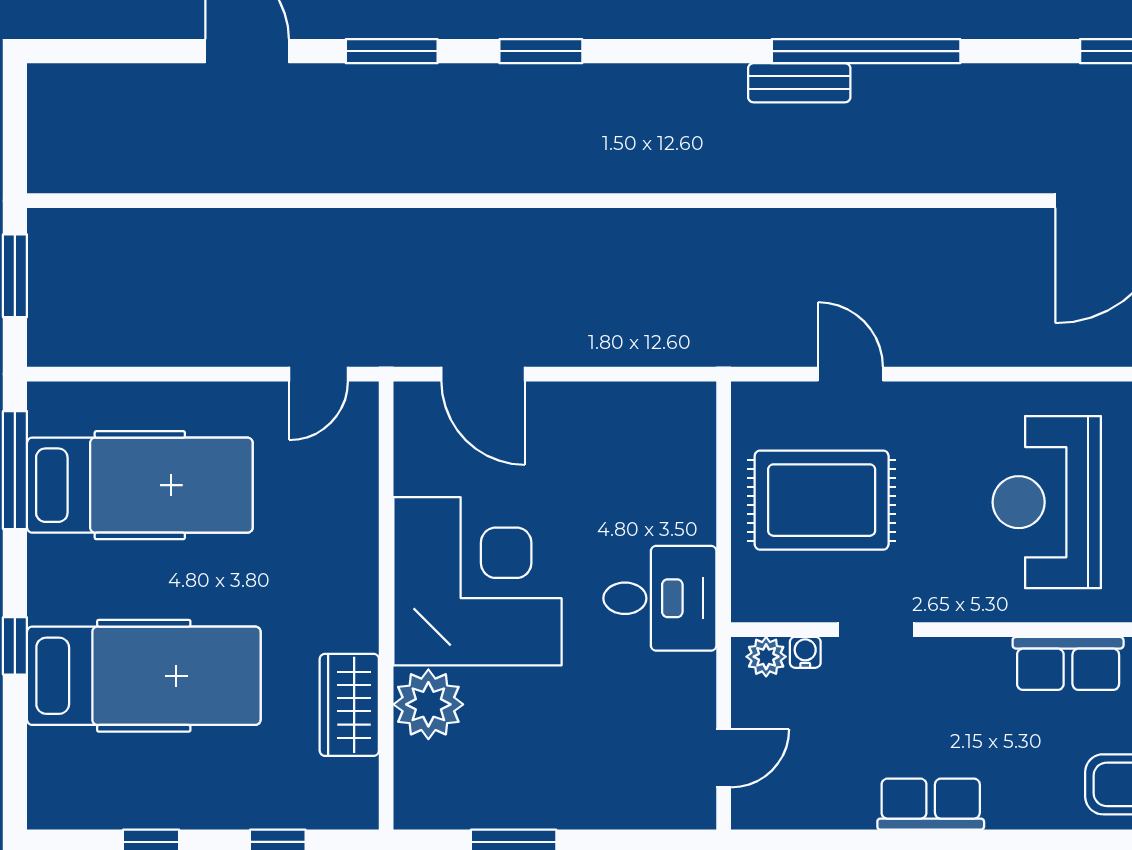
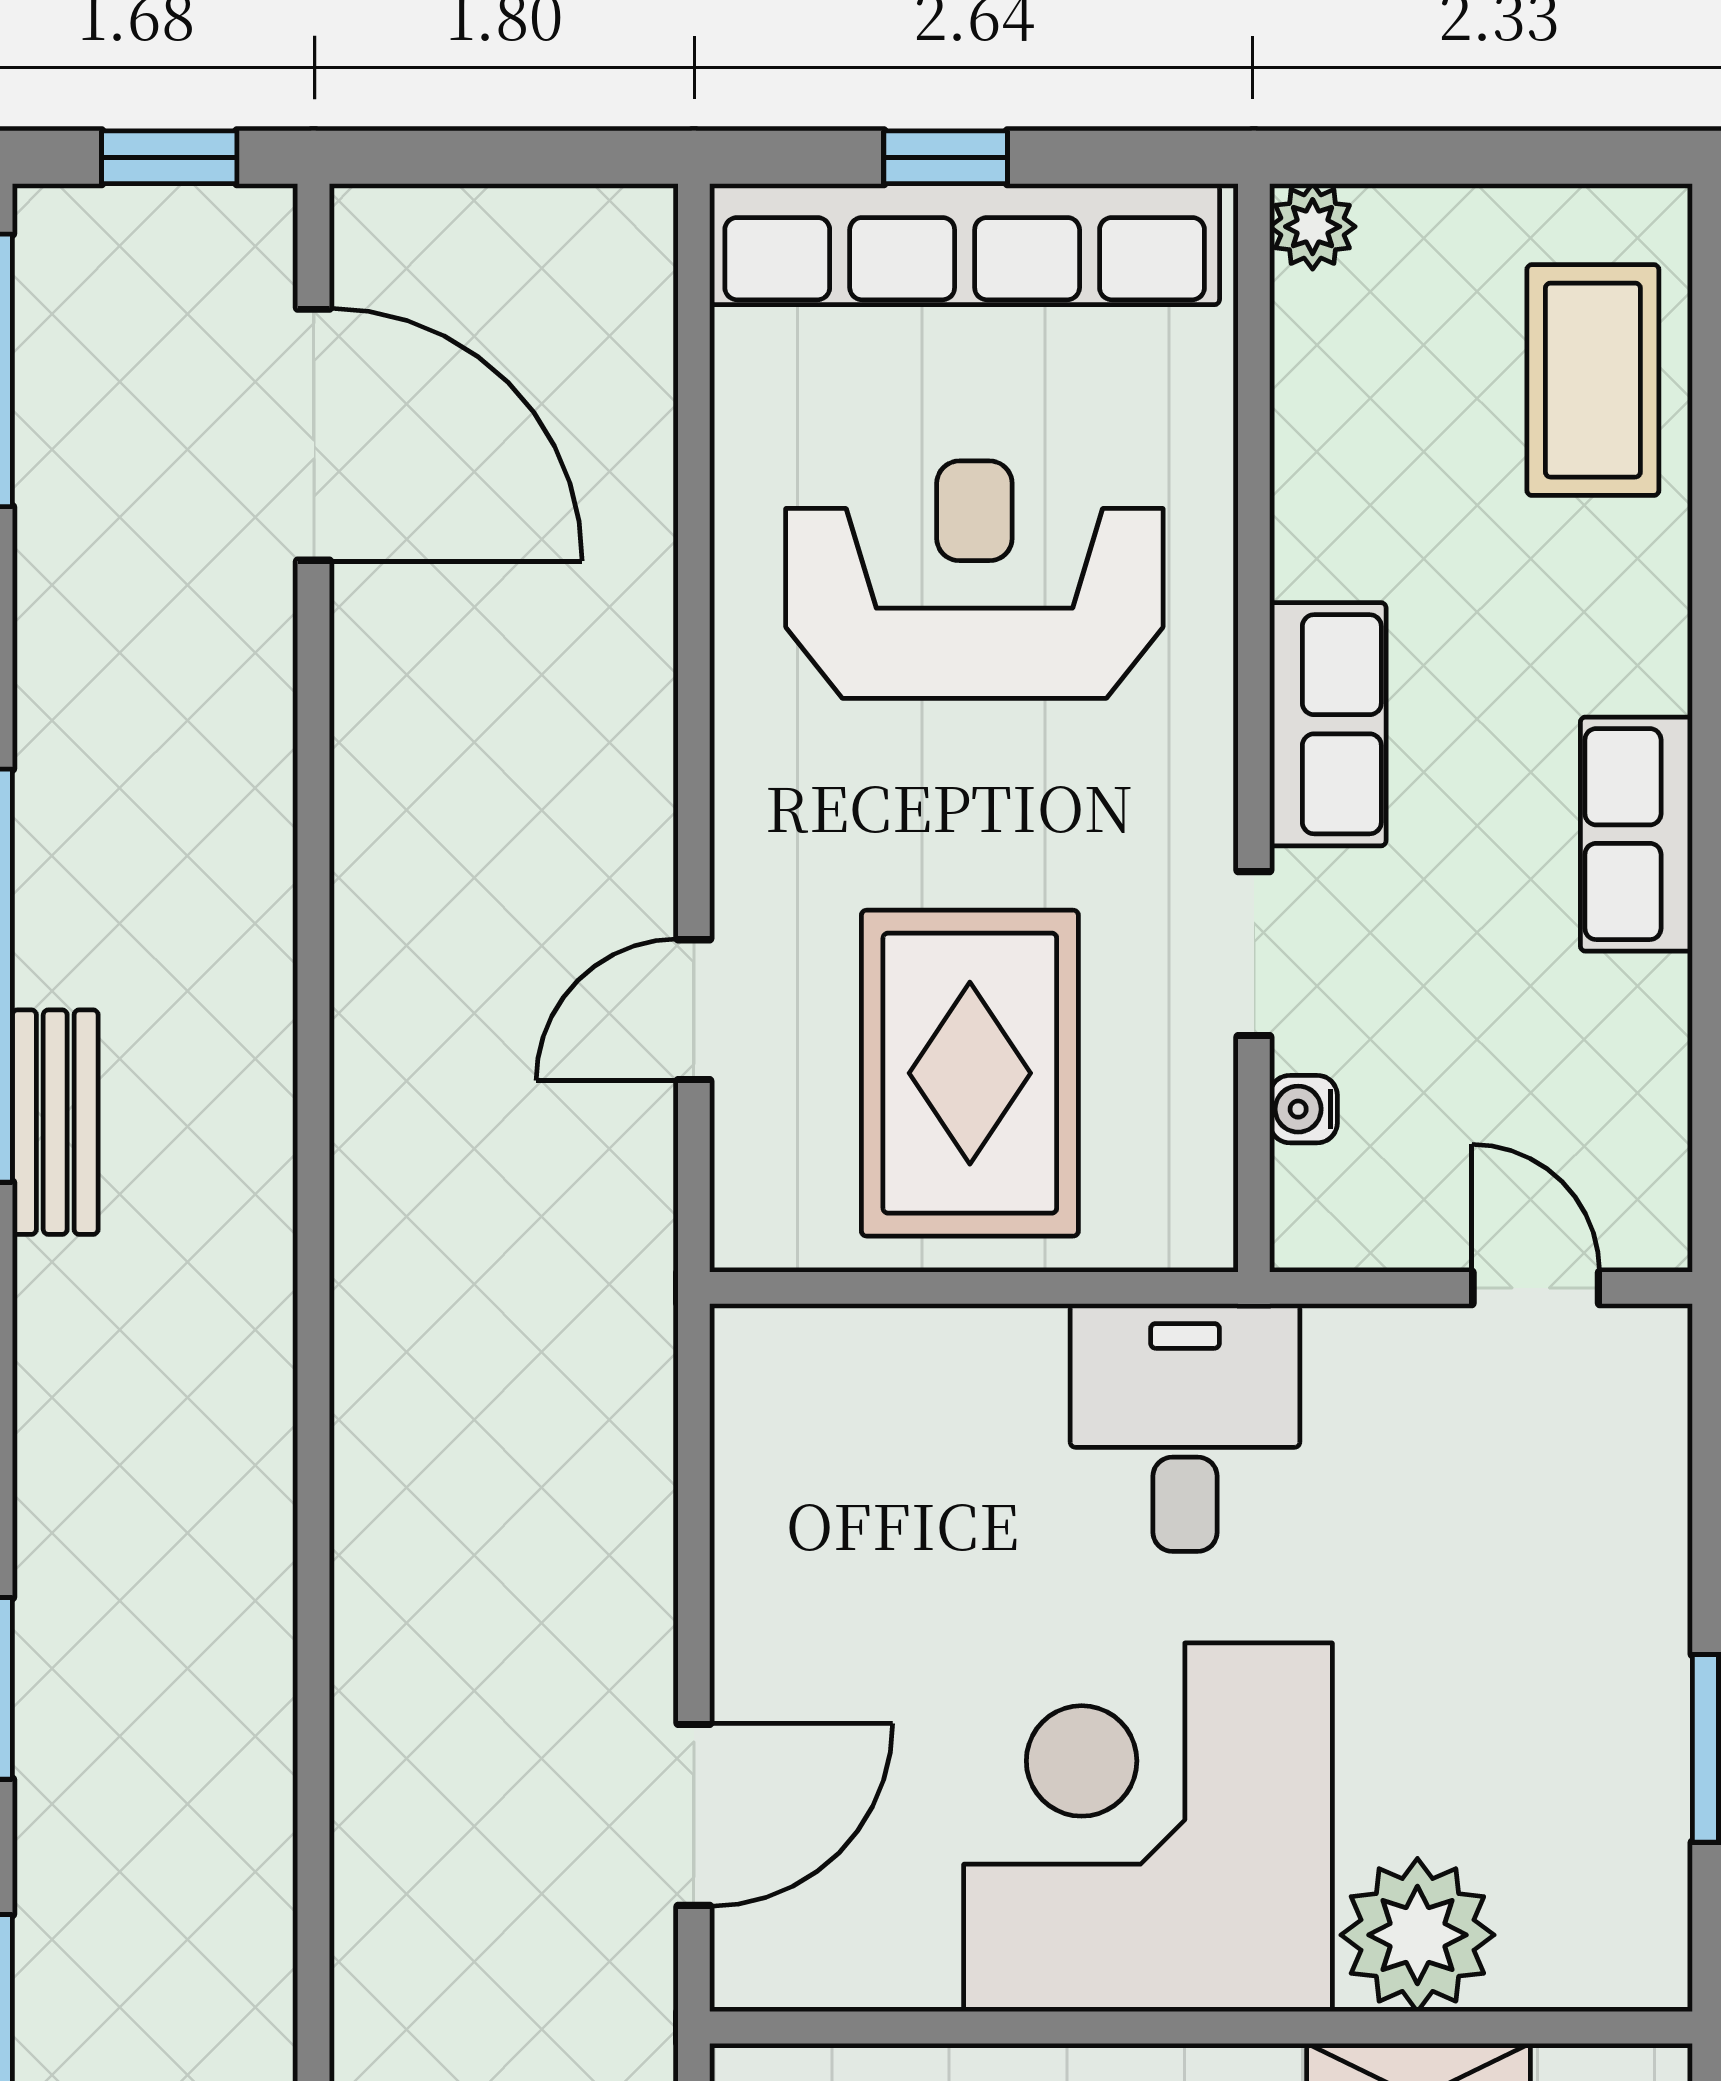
reception desk: (1047, 502) -> (974, 580), turned 180
plant: (766, 657) -> (1313, 1195), removed
row of seats: (1068, 663) -> (1328, 724), moved

